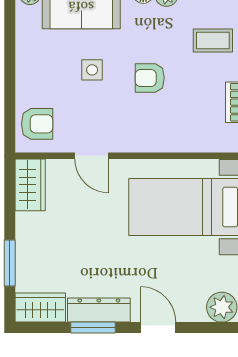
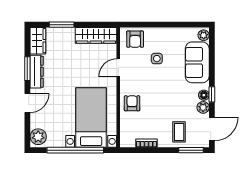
side table: (92, 70) -> (157, 59), moved
armchair: (150, 78) -> (132, 103), moved
wardrobe: (30, 185) -> (96, 35), width x1.50

